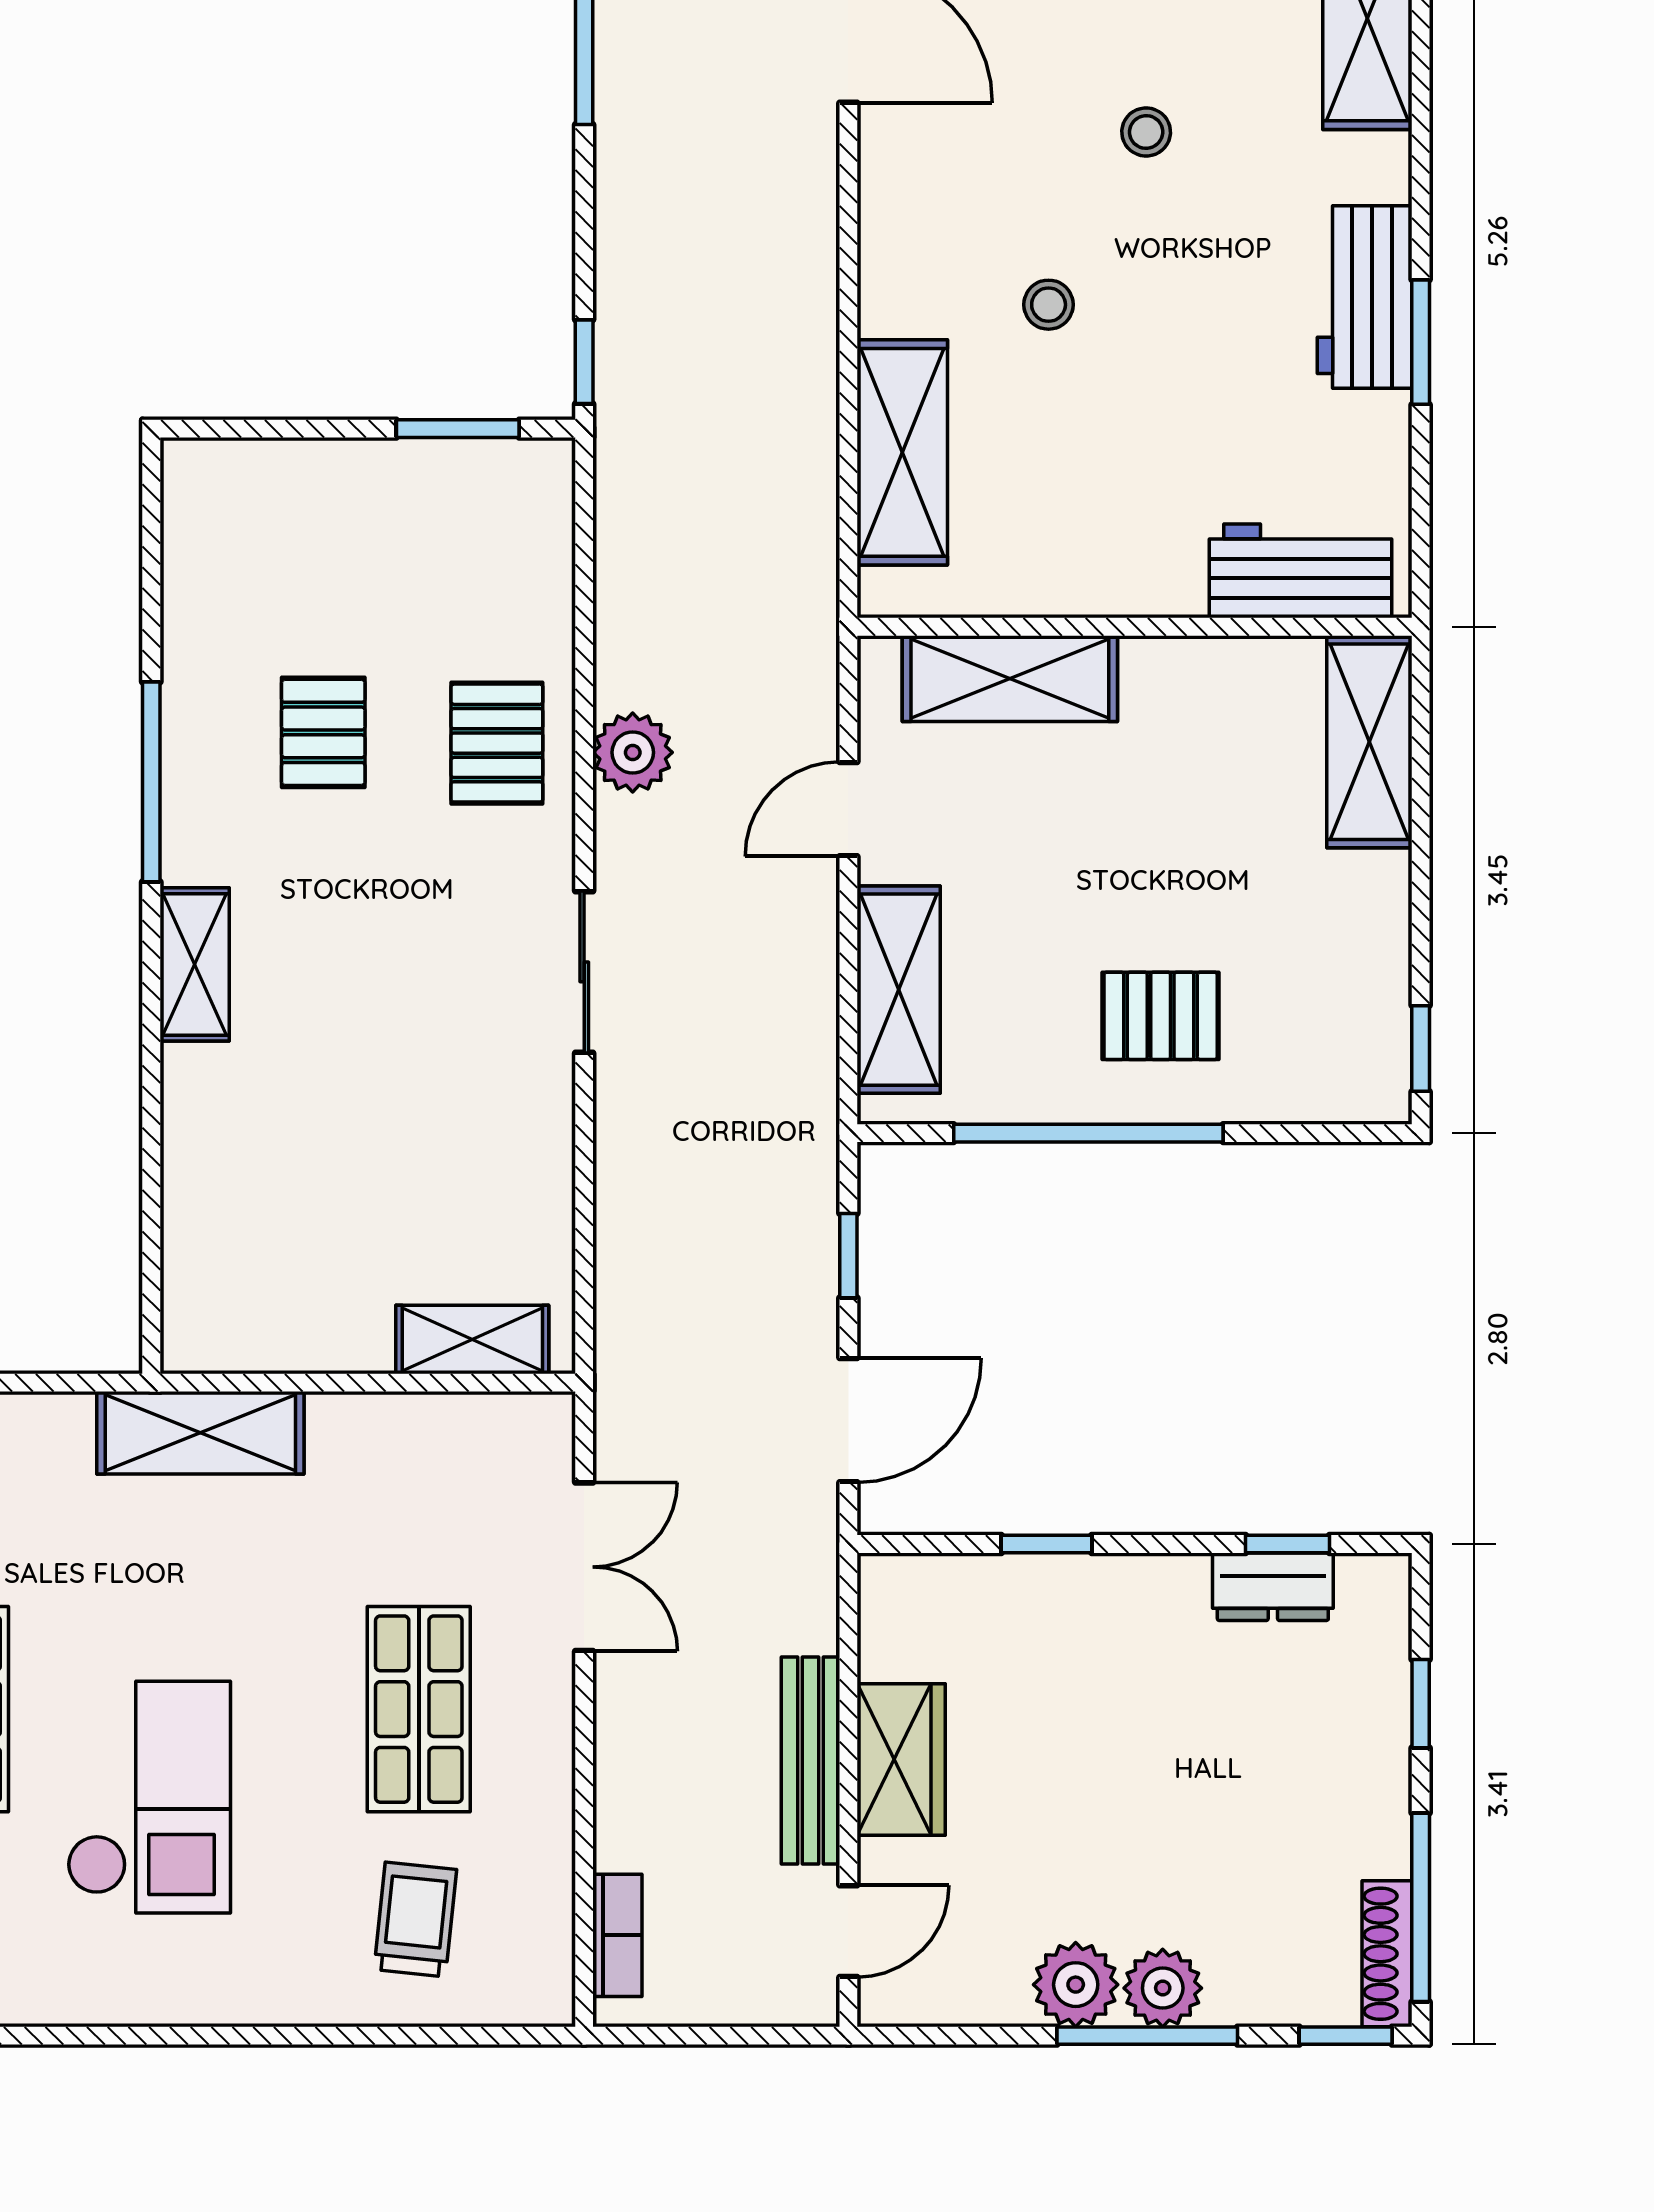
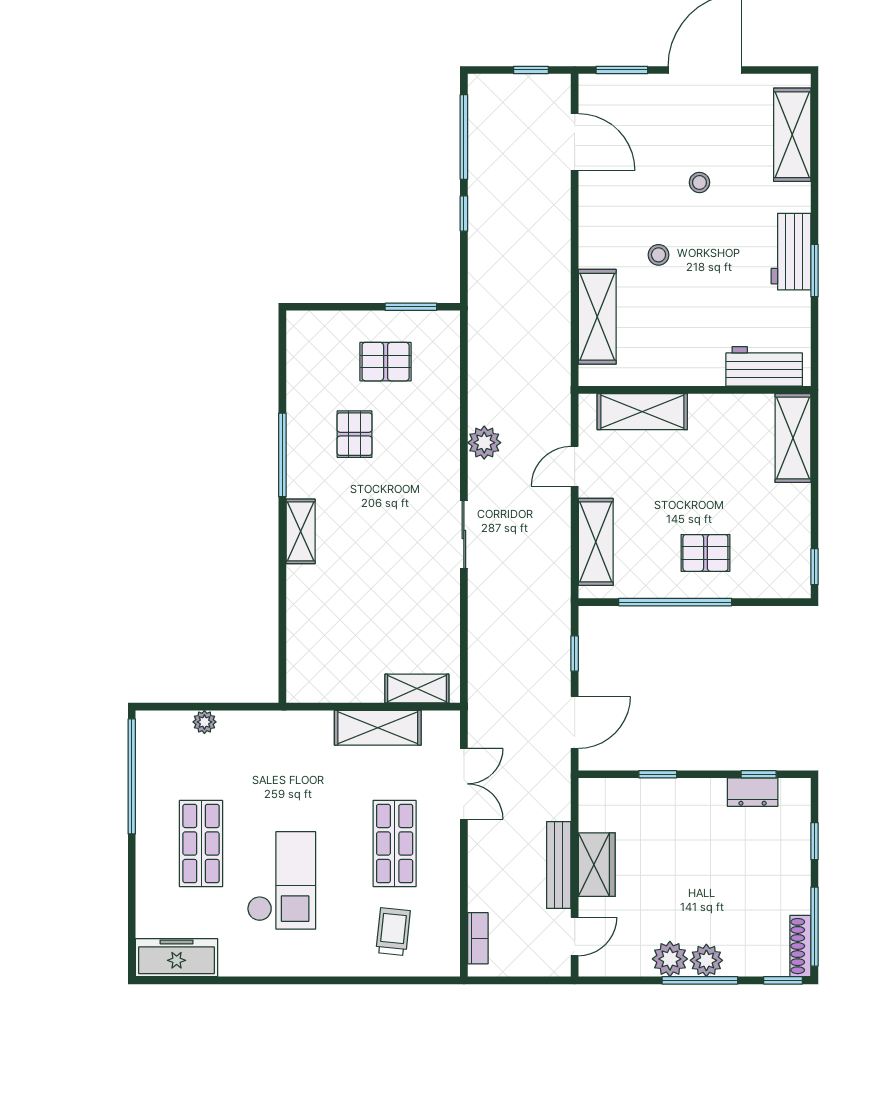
window: (584, 362) -> (464, 213), moved
pallet: (497, 743) -> (386, 362), moved, turned 90
shelving: (200, 1433) -> (378, 728), moved

